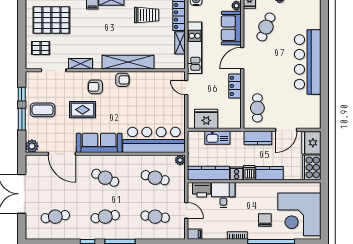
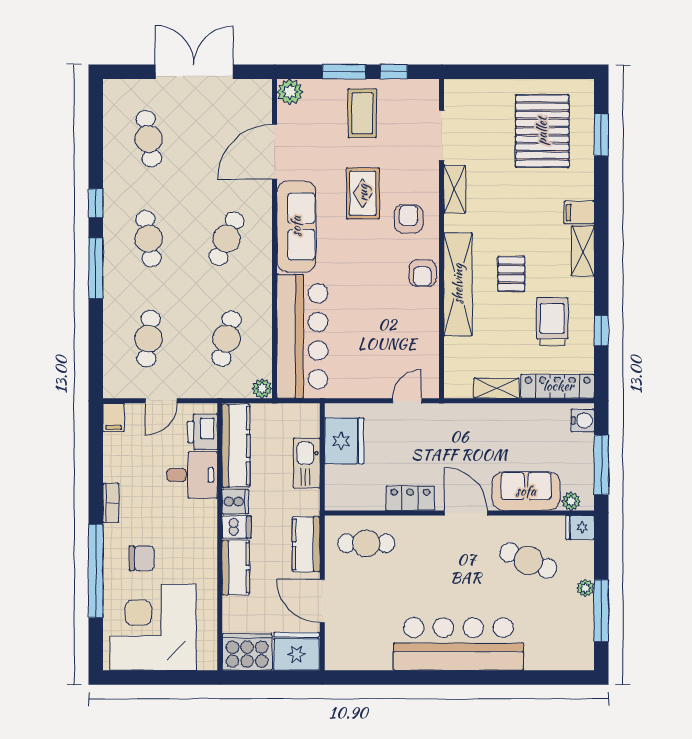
trolley: (147, 15) -> (552, 322), turned 180
pallet: (41, 48) -> (511, 274), moved
kitchen unit: (195, 48) -> (487, 418), removed

